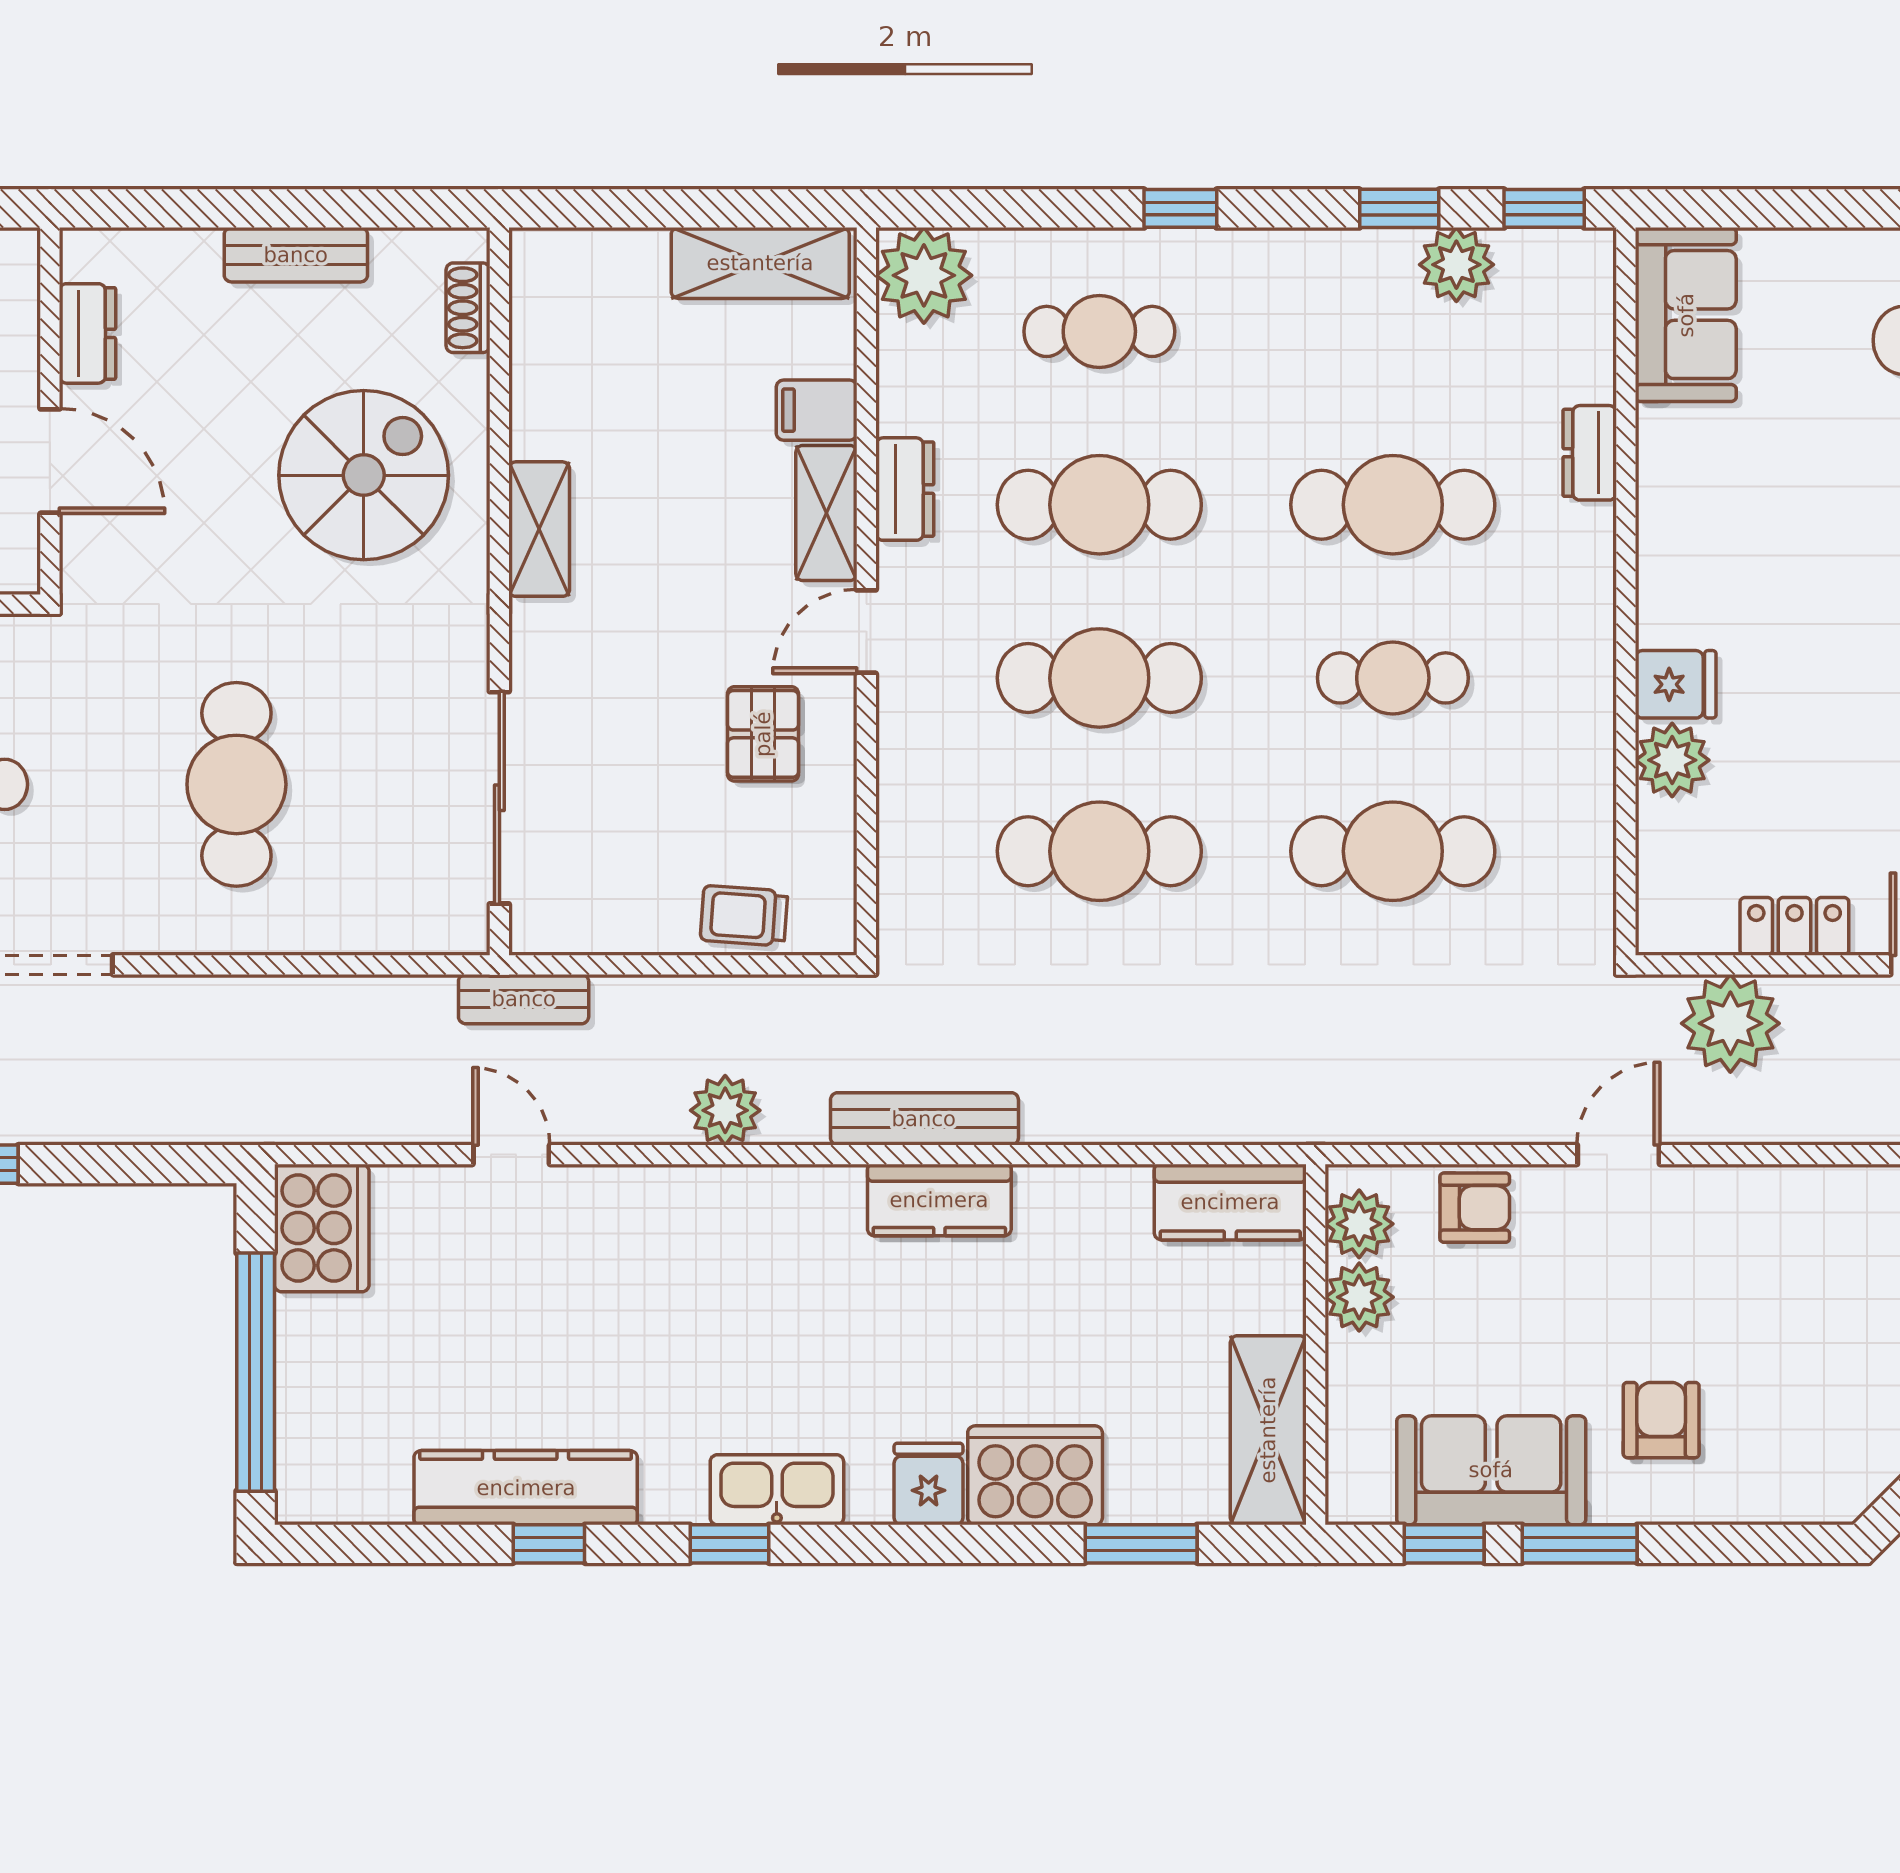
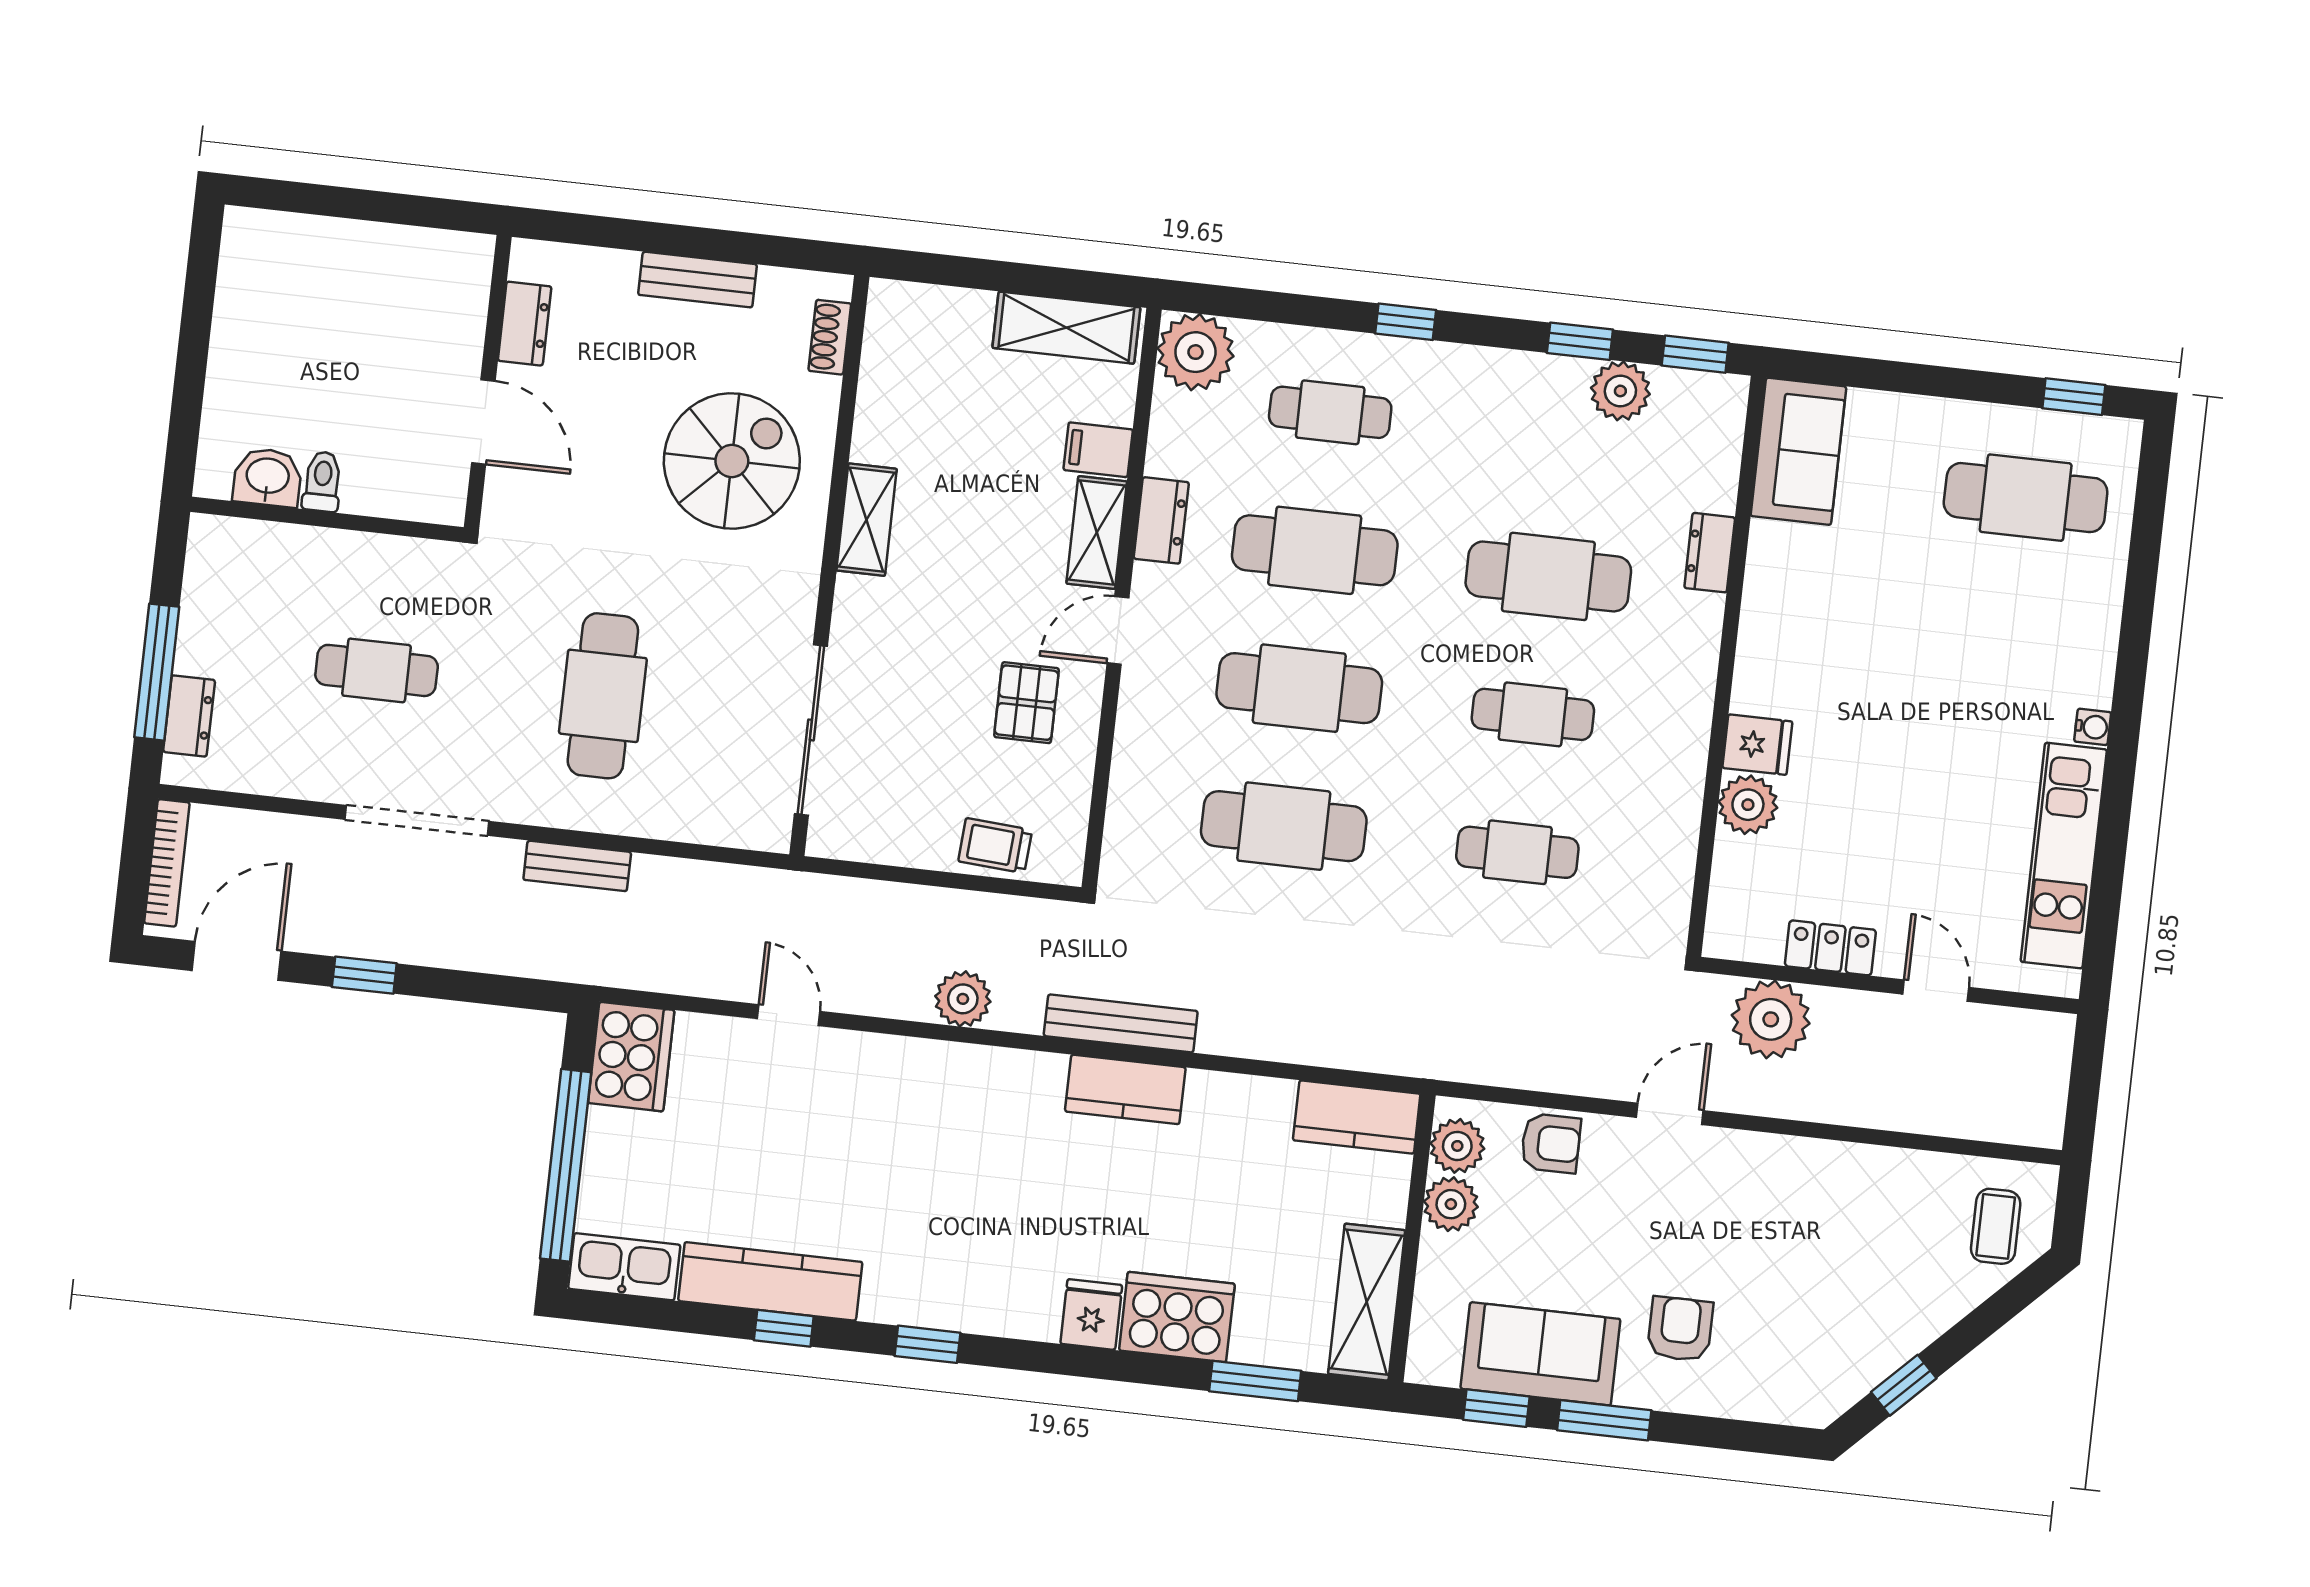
cafe table: (1393, 851) -> (1517, 852), width x0.73, depth x0.74
bench: (524, 999) -> (577, 866), moved
kitchen sink: (777, 1490) -> (624, 1267), moved

